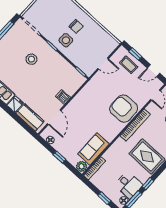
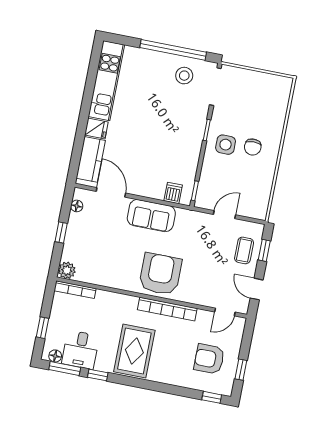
stool: (31, 59) -> (184, 76), moved
door: (103, 64) -> (225, 215), swing flipped
dishwasher: (63, 97) -> (173, 193), moved
armchair: (124, 109) -> (160, 274), moved
door: (54, 117) -> (111, 192), swing flipped
sofa: (93, 149) -> (151, 216), moved, turned 180

